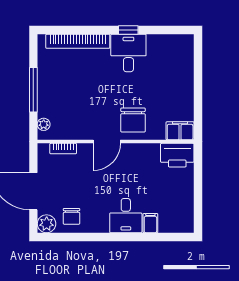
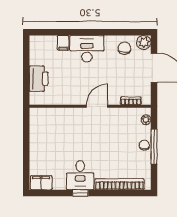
chair: (133, 120) -> (144, 145), moved, width x0.54, depth x0.54
filing cabinet: (180, 131) -> (41, 183), moved, turned 180
printer: (177, 155) -> (39, 79), moved, turned 90
desk: (126, 216) -> (87, 49), width x1.37

